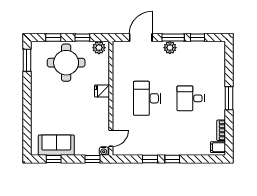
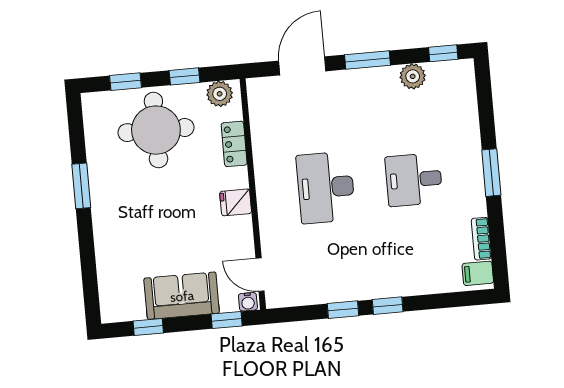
window: (197, 38) -> (443, 53), moved
plant: (170, 48) -> (413, 76), moved
window: (27, 60) -> (81, 186), moved
locker: (104, 73) -> (234, 144), added
fridge: (102, 91) -> (236, 202), moved
door: (111, 138) -> (260, 275), swing flipped
sofa: (56, 145) -> (182, 296), moved

